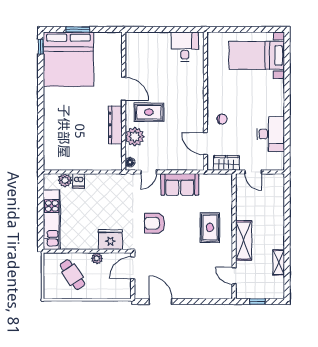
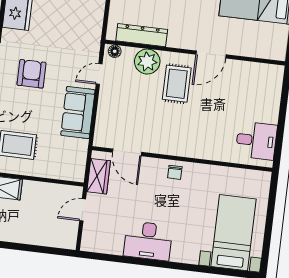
chair: (222, 119) -> (175, 172), moved
dresser: (115, 125) -> (142, 35), moved
desk: (271, 134) -> (148, 241), moved
door: (205, 144) -> (127, 152), swing flipped
door: (149, 172) -> (99, 74), hinge flipped

